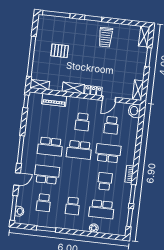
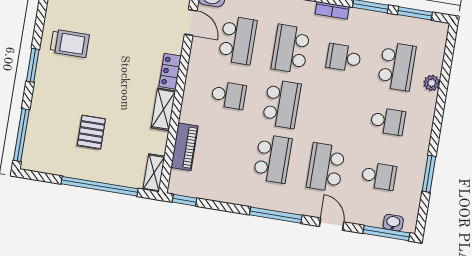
door: (109, 99) -> (191, 22), moved
school desk: (111, 125) -> (238, 40), width x1.85

